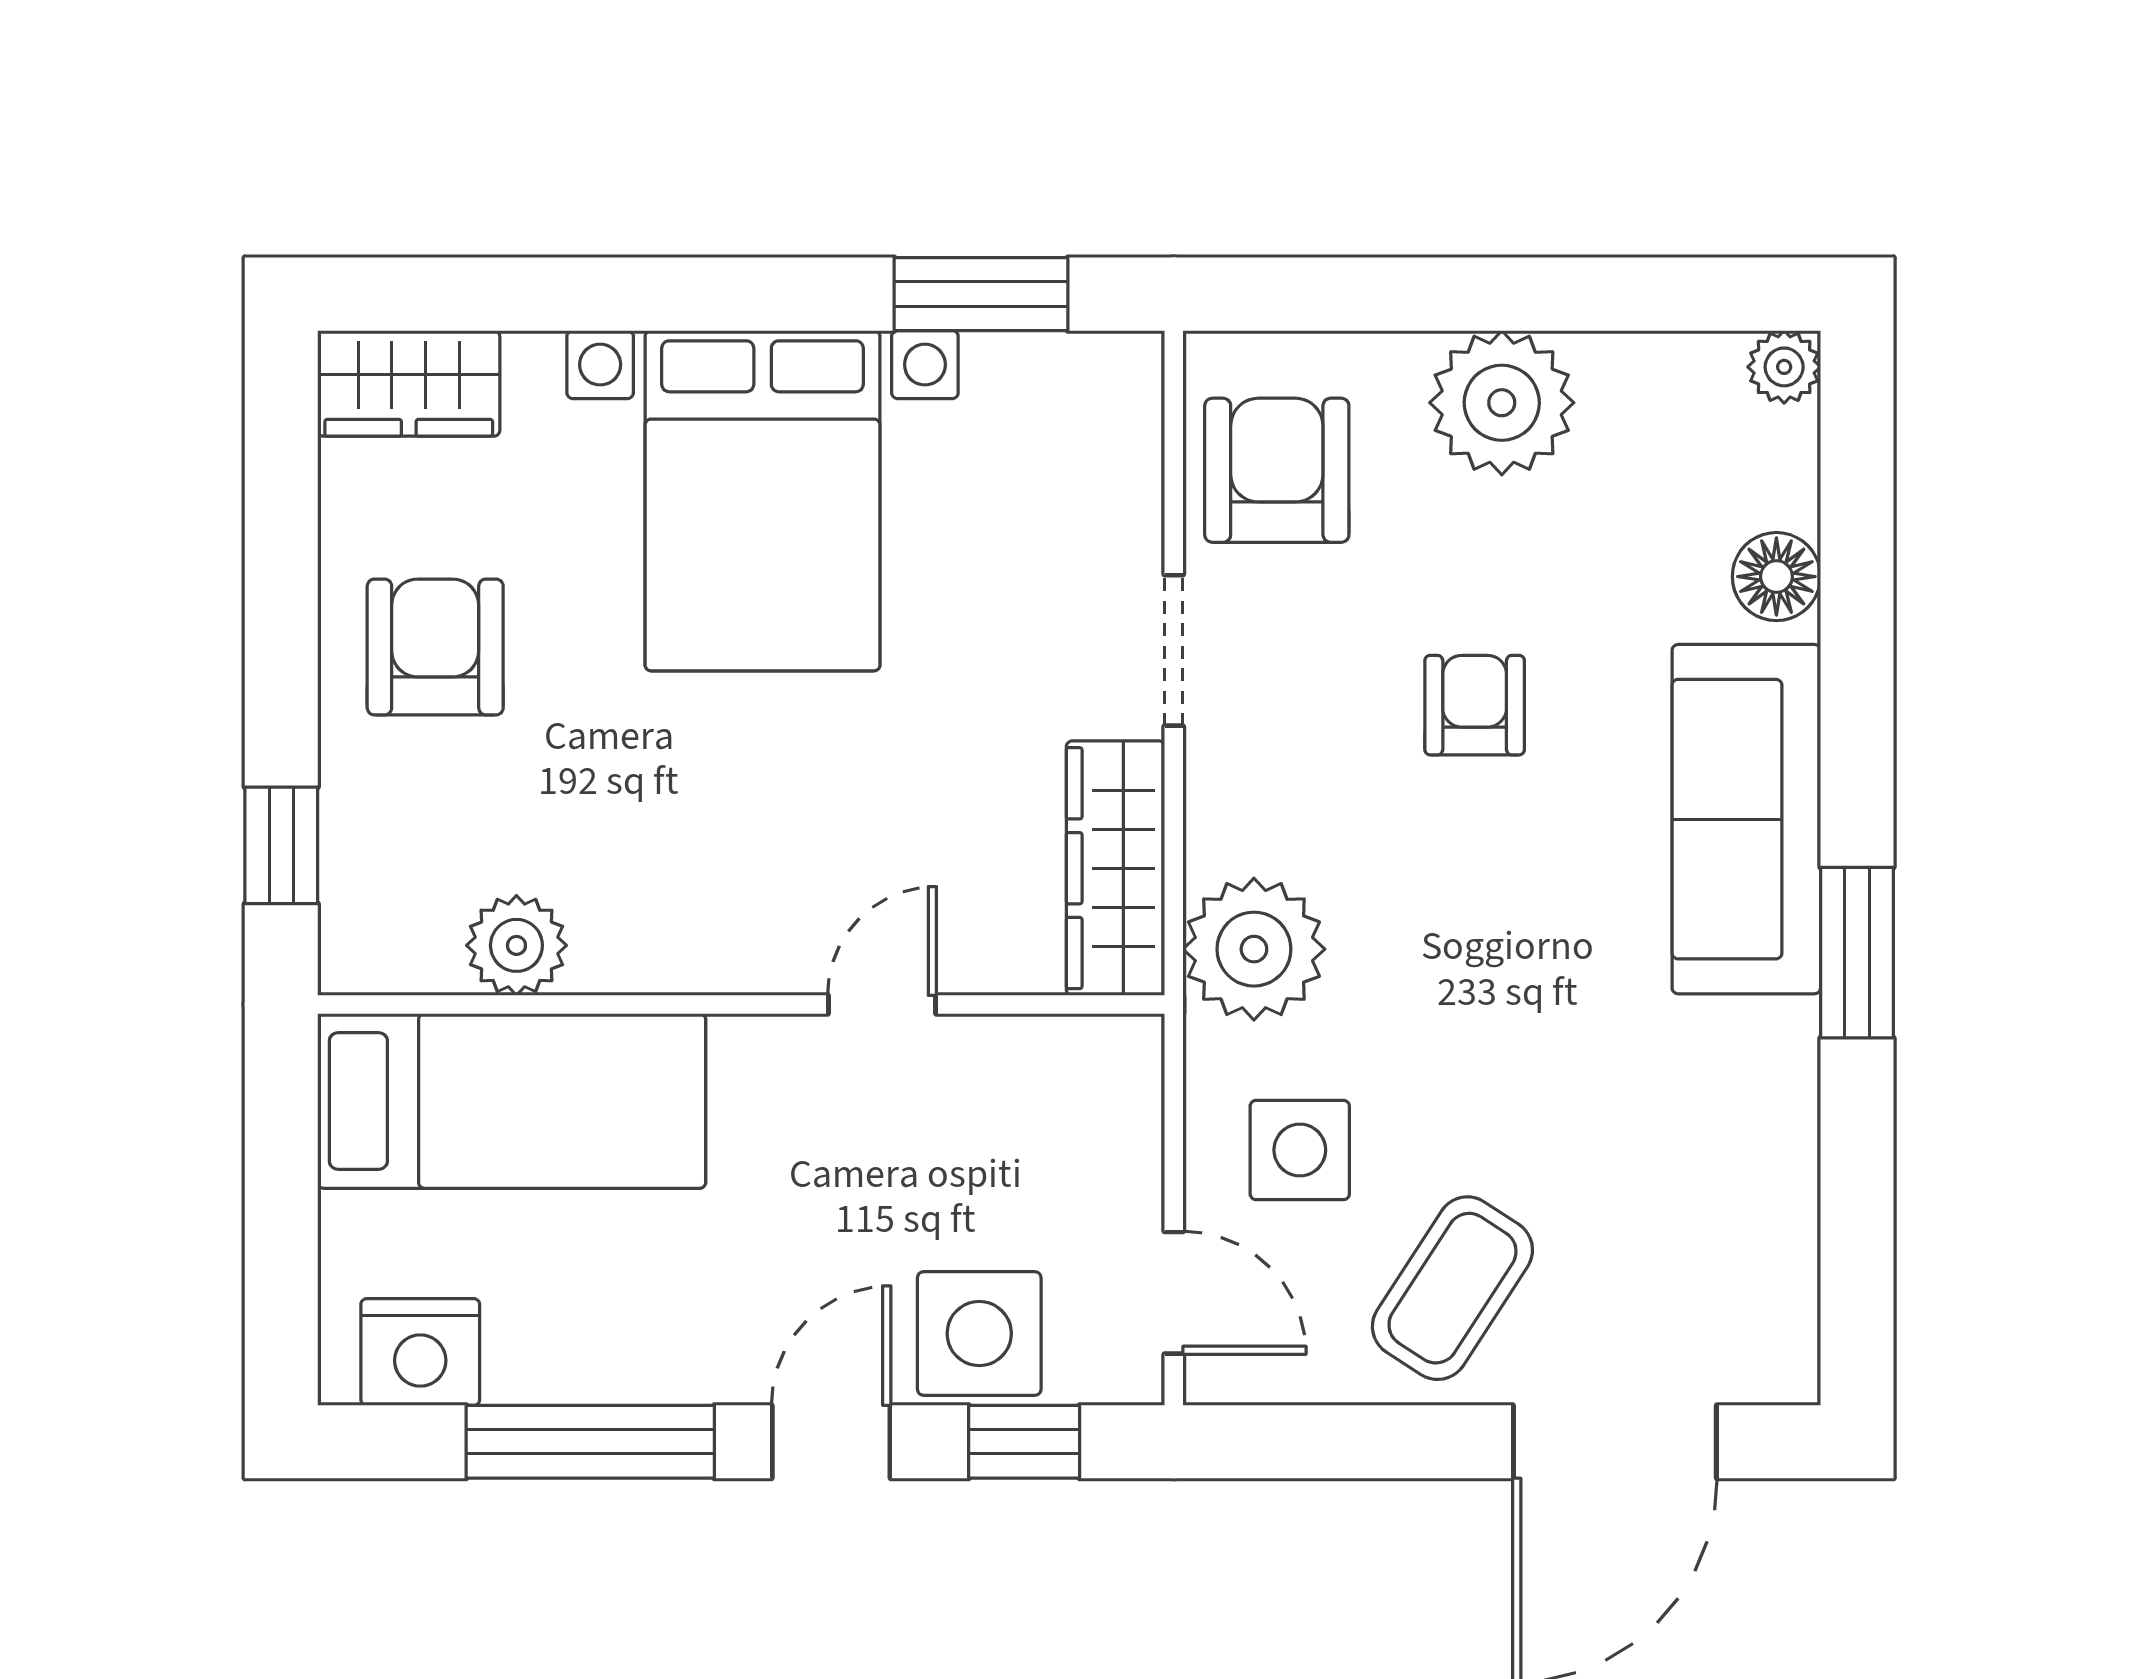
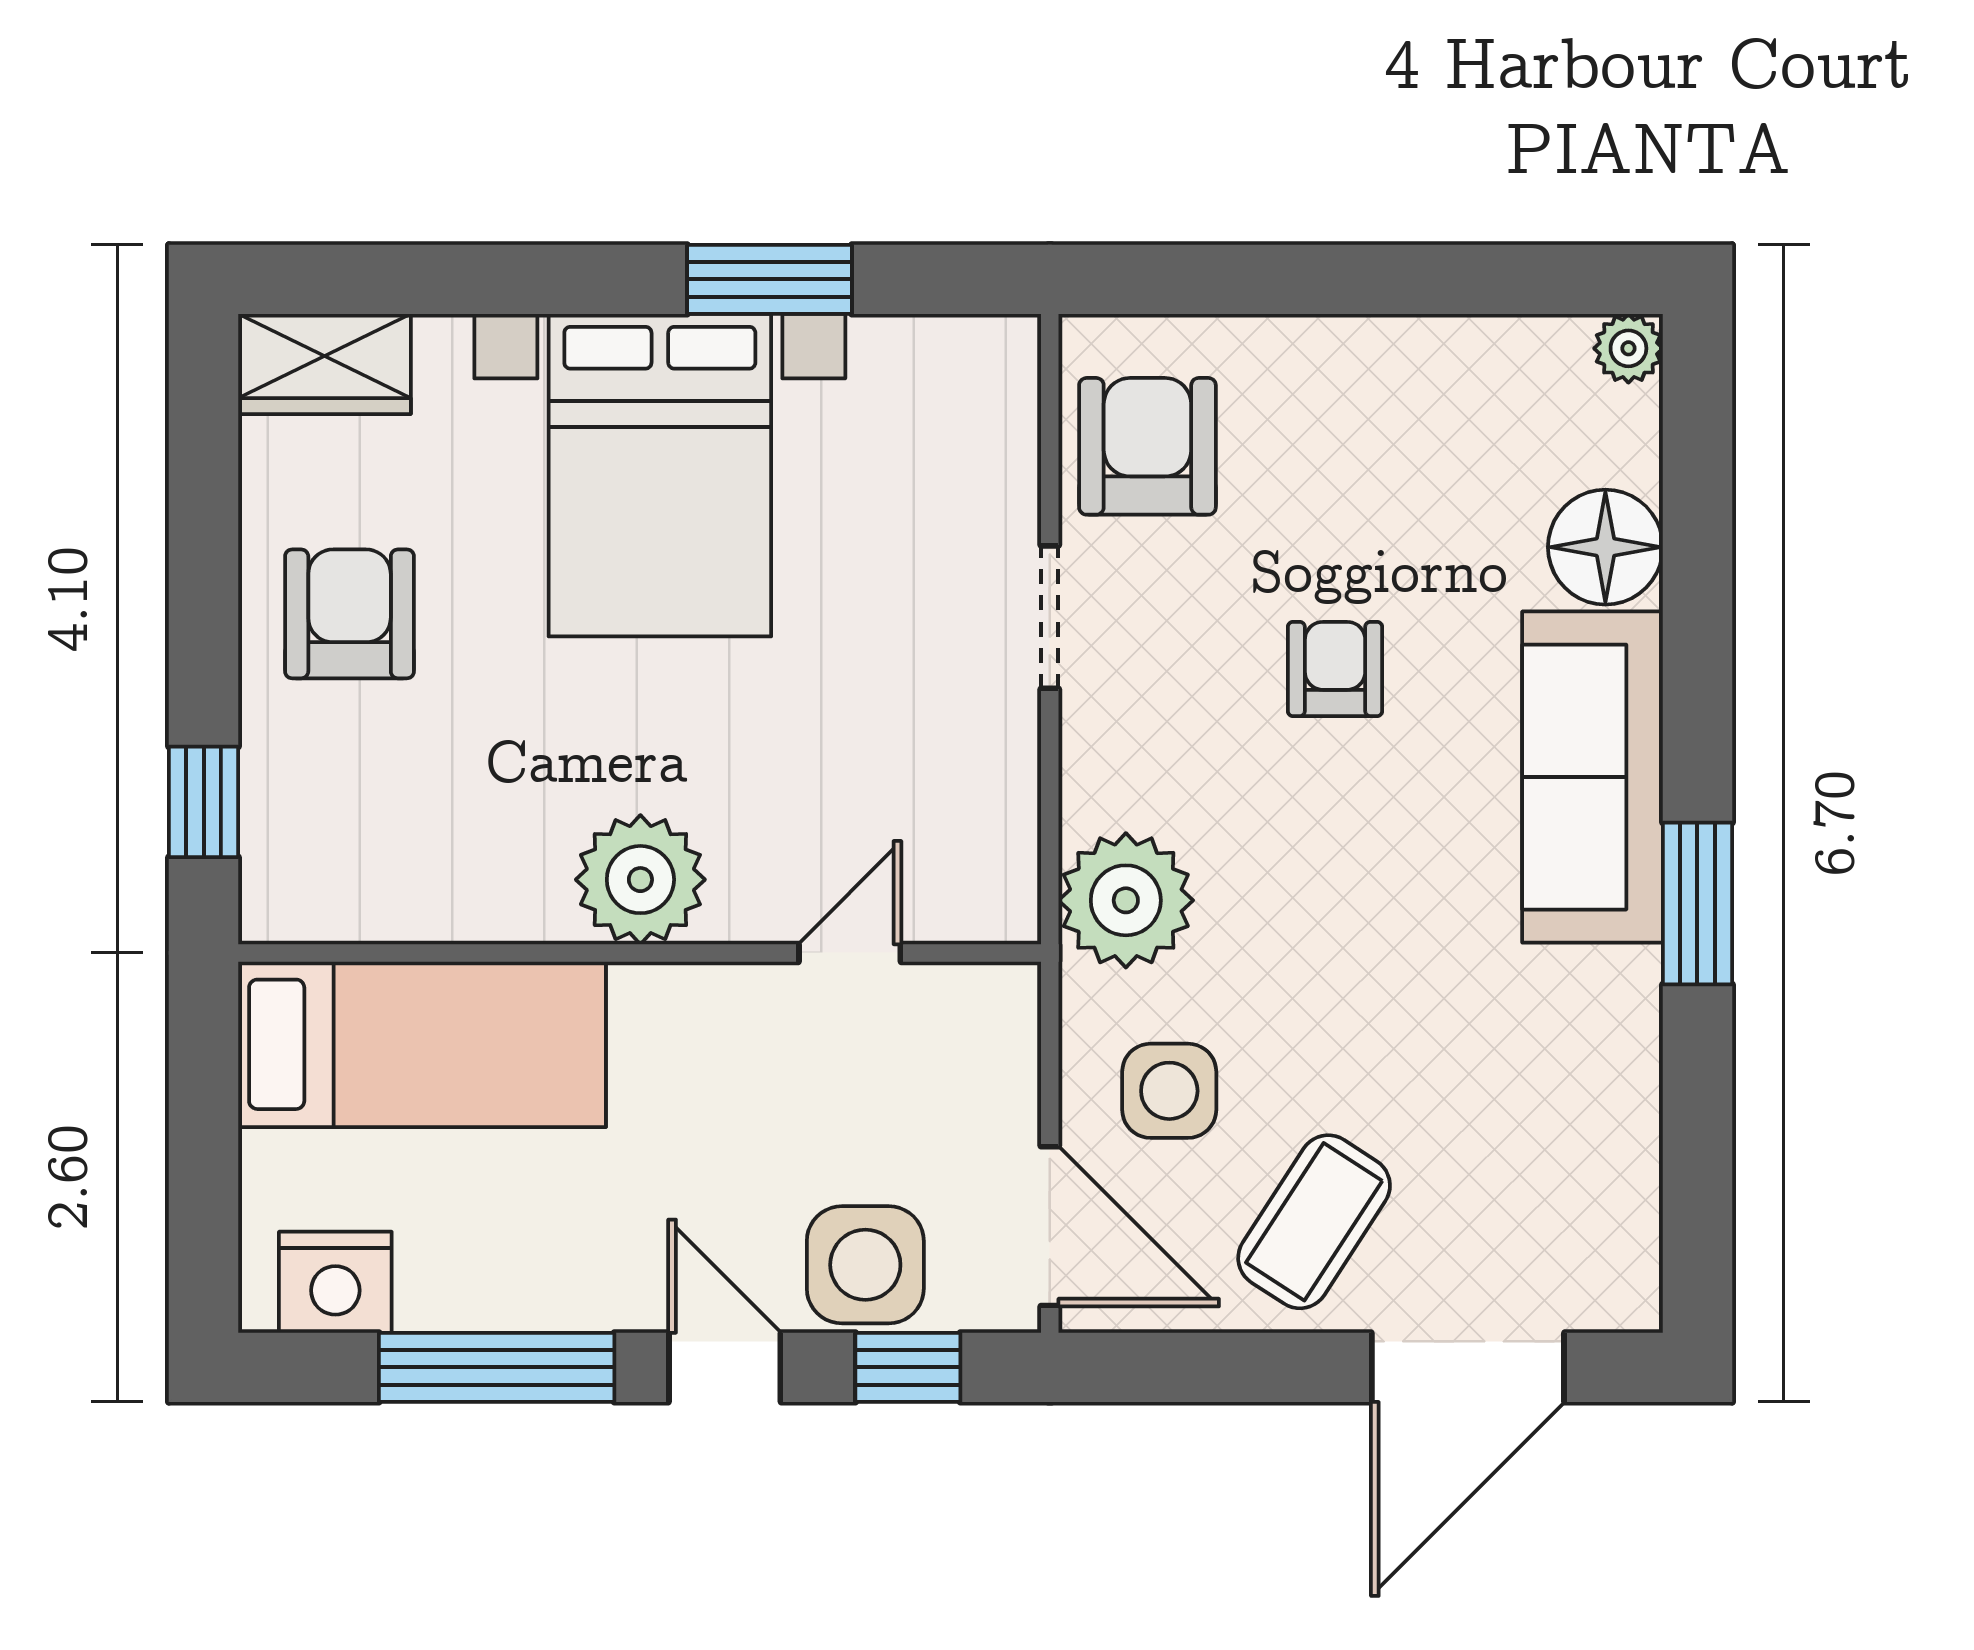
window: (981, 294) -> (770, 279), moved
plant: (1502, 403) -> (1361, 382), removed
floor lamp: (1776, 577) -> (1605, 547), width x1.38, depth x1.38
wardrobe: (1115, 868) -> (995, 824), removed
plant: (516, 945) -> (640, 880), moved, width x1.36, depth x1.36
door: (882, 1005) -> (850, 953), moved
door: (1174, 1293) -> (1050, 1226), width x1.38
door: (831, 1442) -> (725, 1367), hinge flipped

